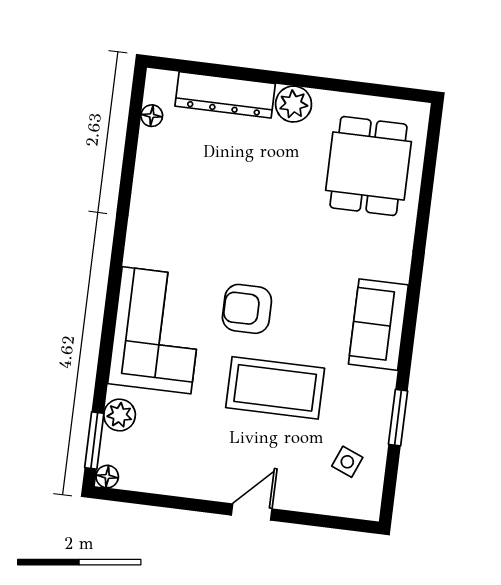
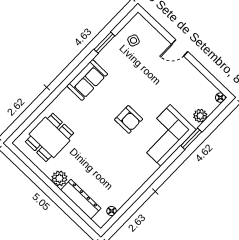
coffee table: (275, 388) -> (139, 85), removed
window: (94, 440) -> (191, 139), moved

